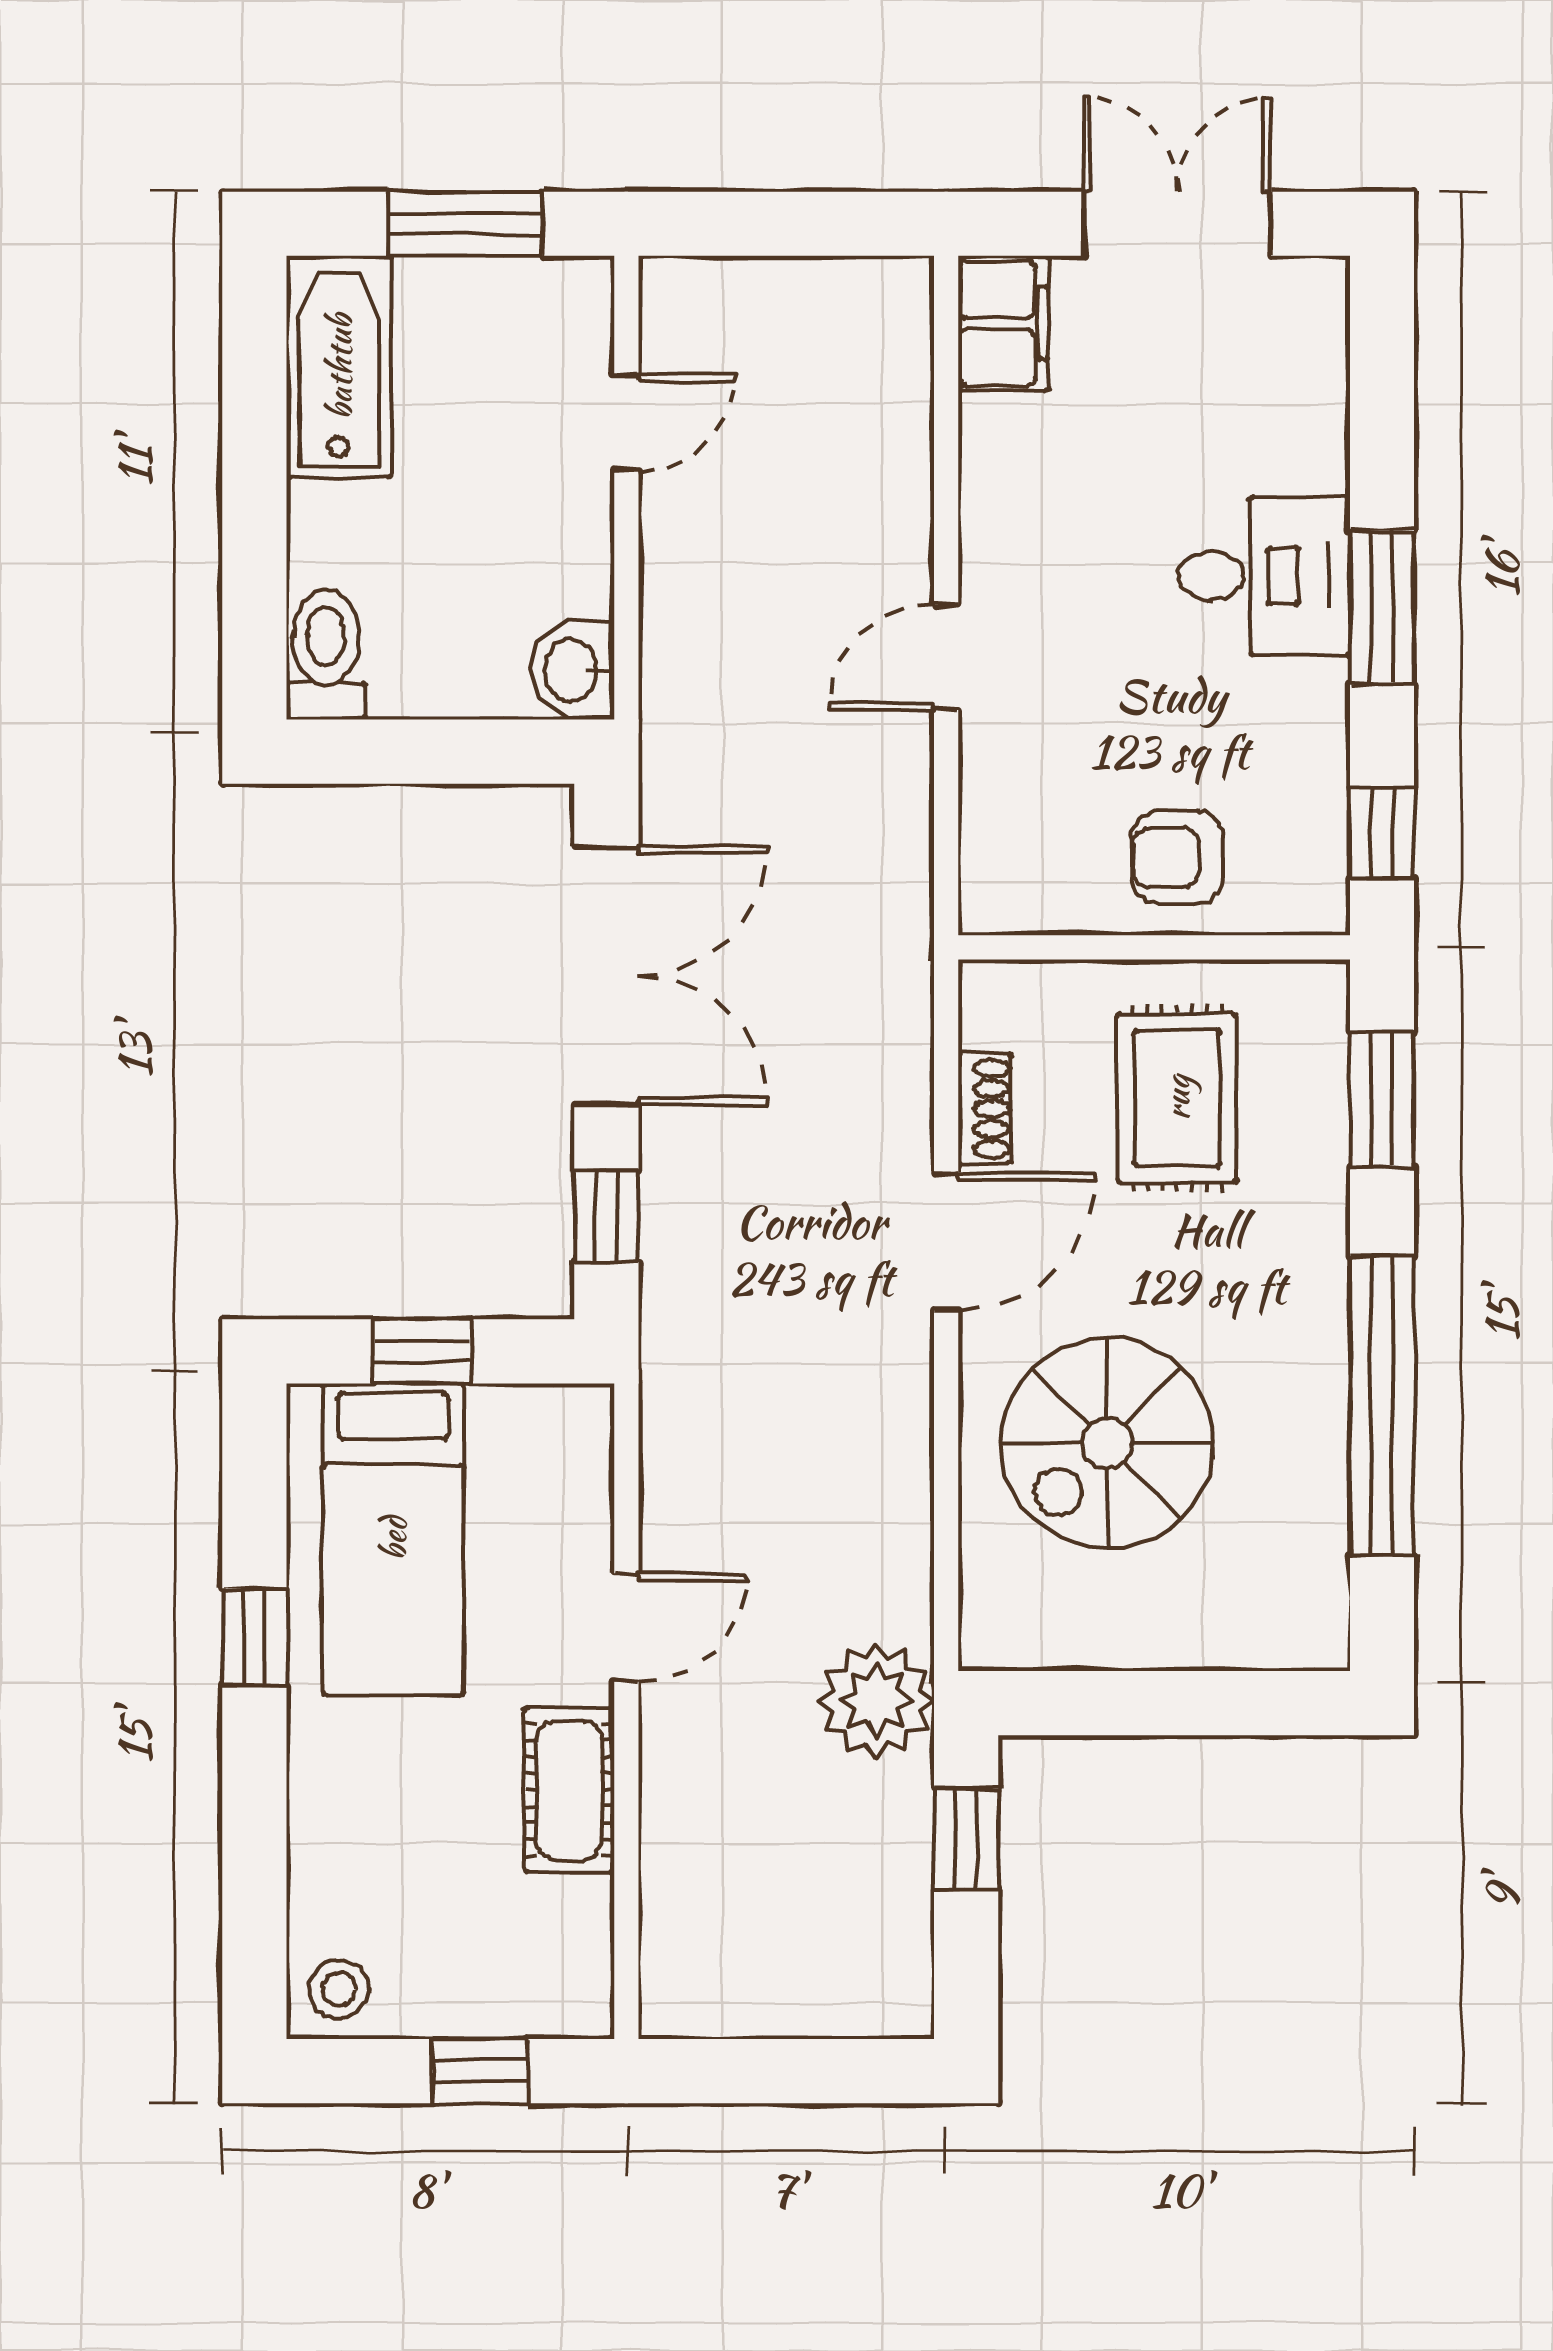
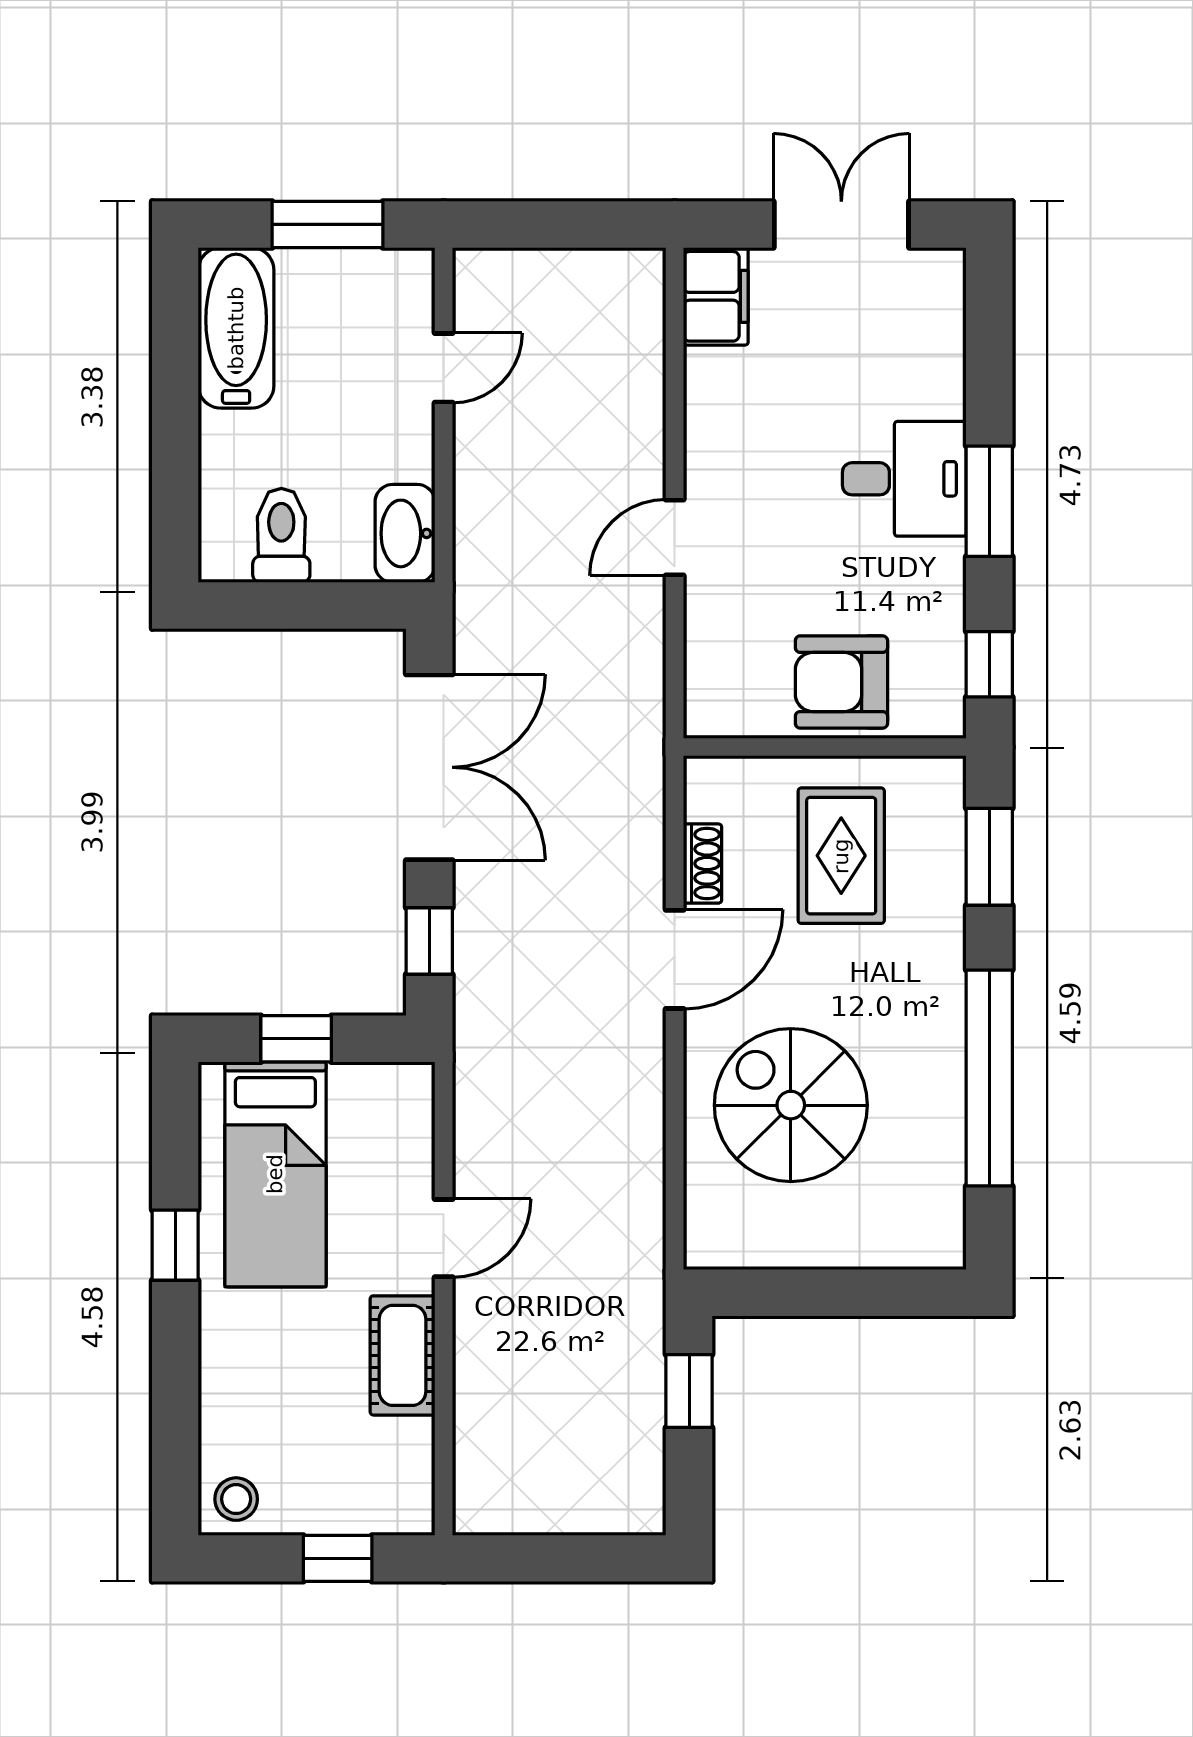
toilet: (326, 654) -> (281, 535), moved
washbasin: (573, 670) -> (405, 533), width x1.38
armchair: (1177, 857) -> (841, 682), width x1.38, depth x1.38
spiral stairs: (1107, 1443) -> (791, 1105), turned 90
plant: (876, 1701) -> (624, 1291), removed

